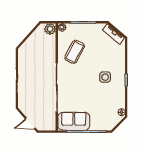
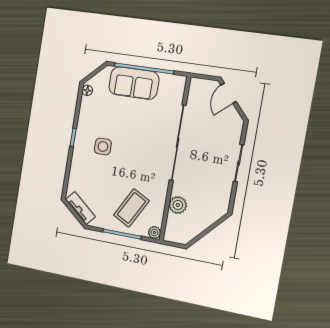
plant: (50, 29) -> (178, 205), moved
coffee table: (75, 52) -> (131, 208), moved
sofa: (74, 121) -> (134, 83), moved
door: (30, 123) -> (229, 93), swing flipped

